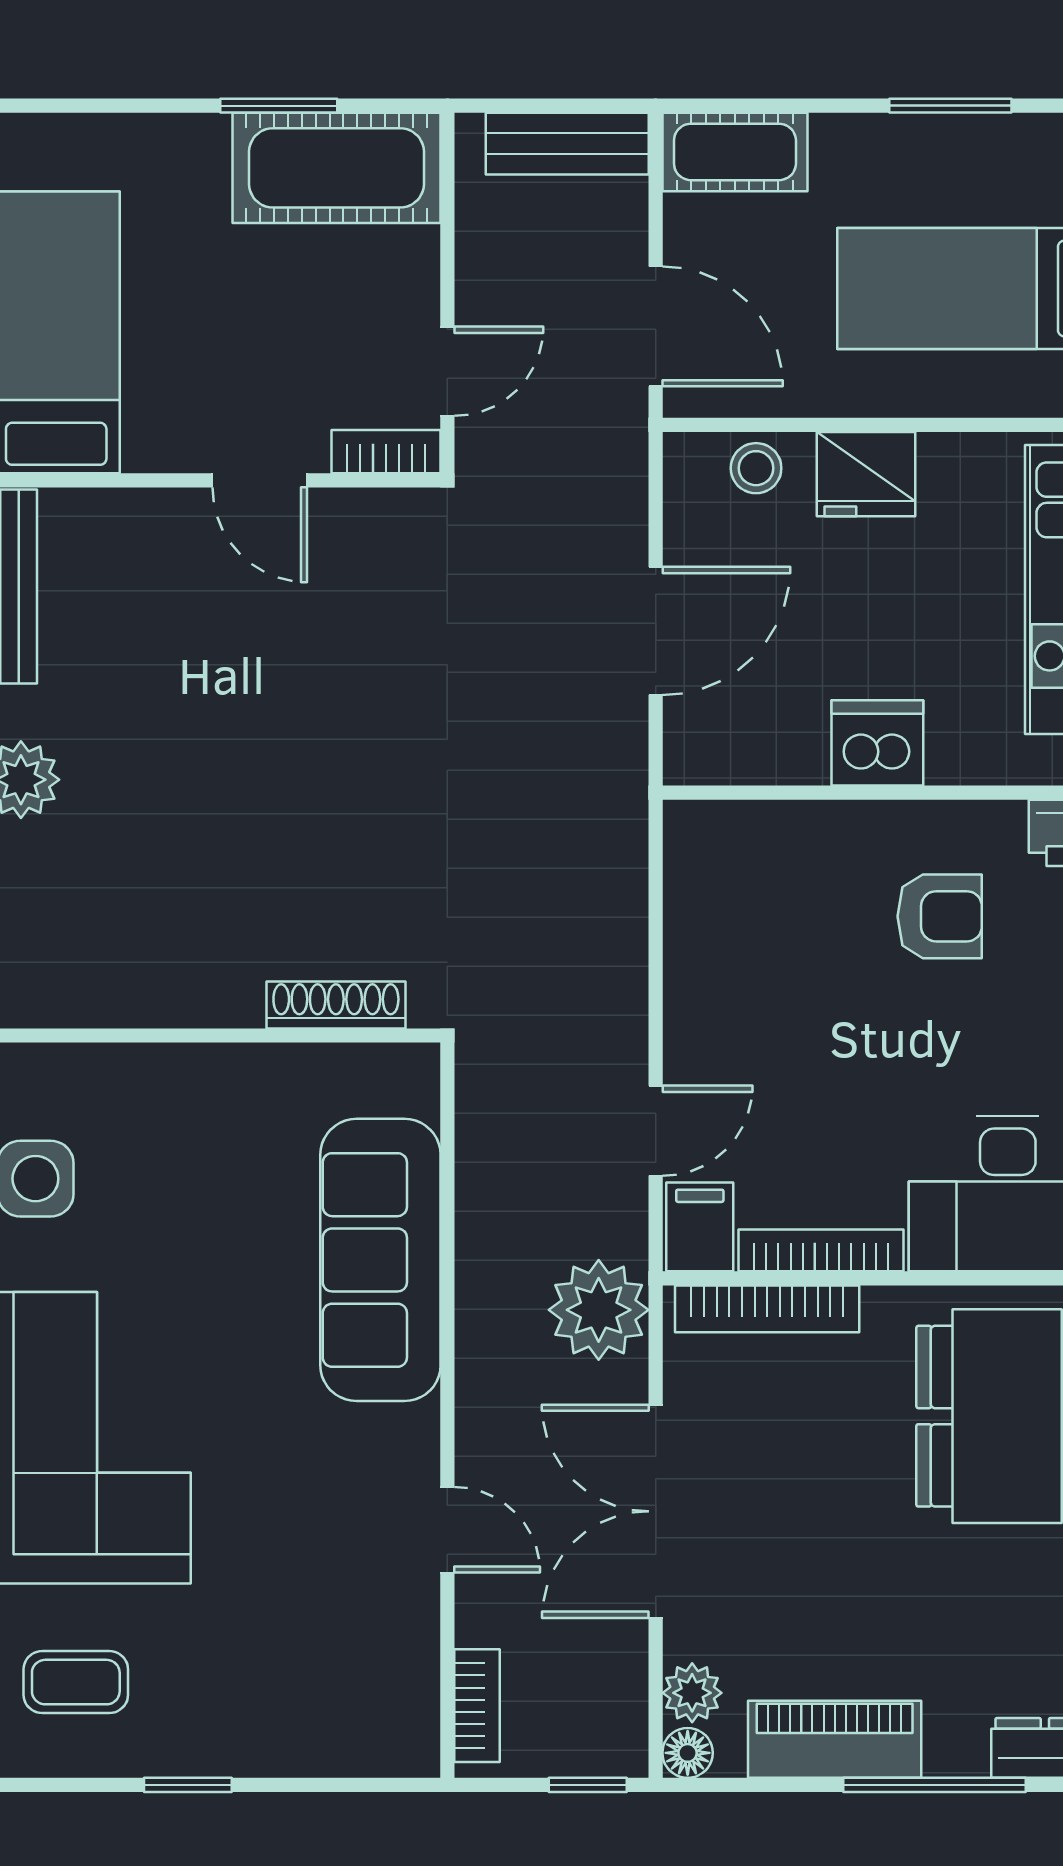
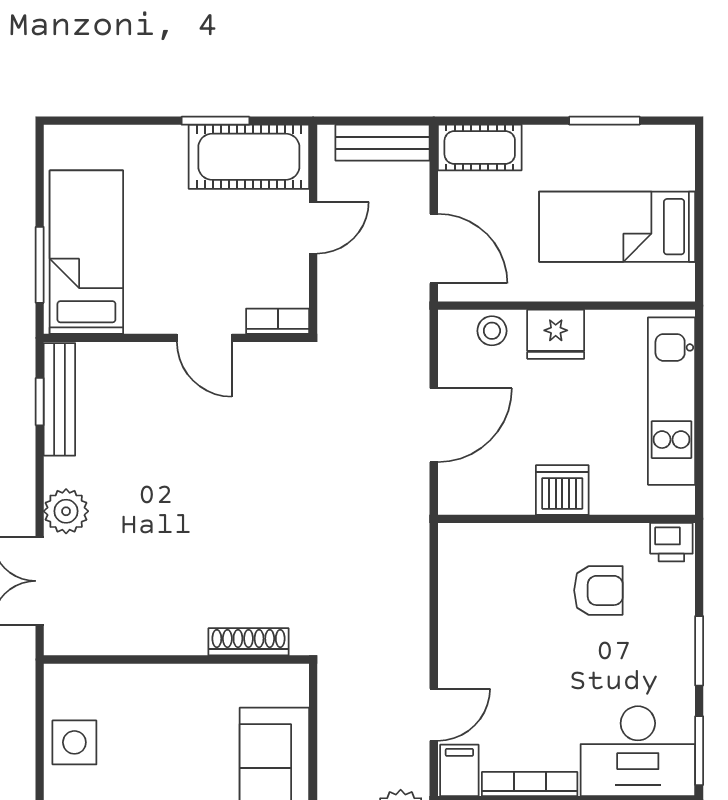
door: (447, 371) -> (313, 228), moved

